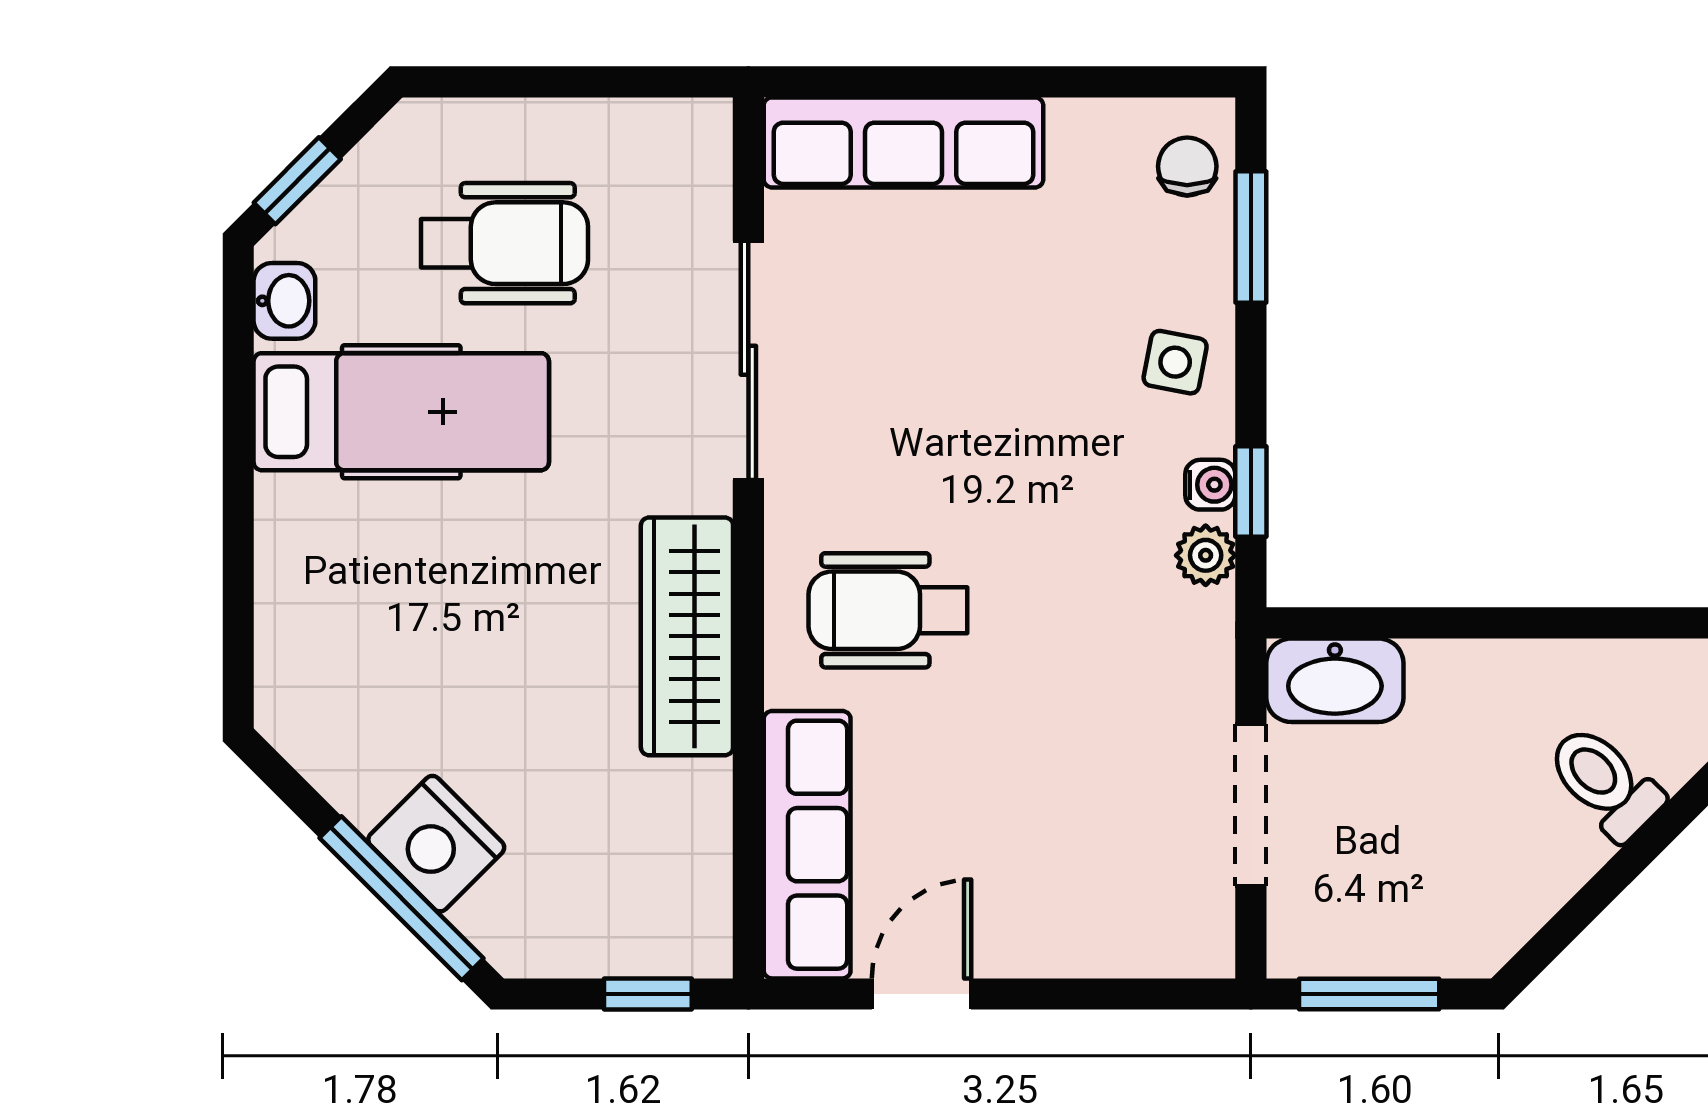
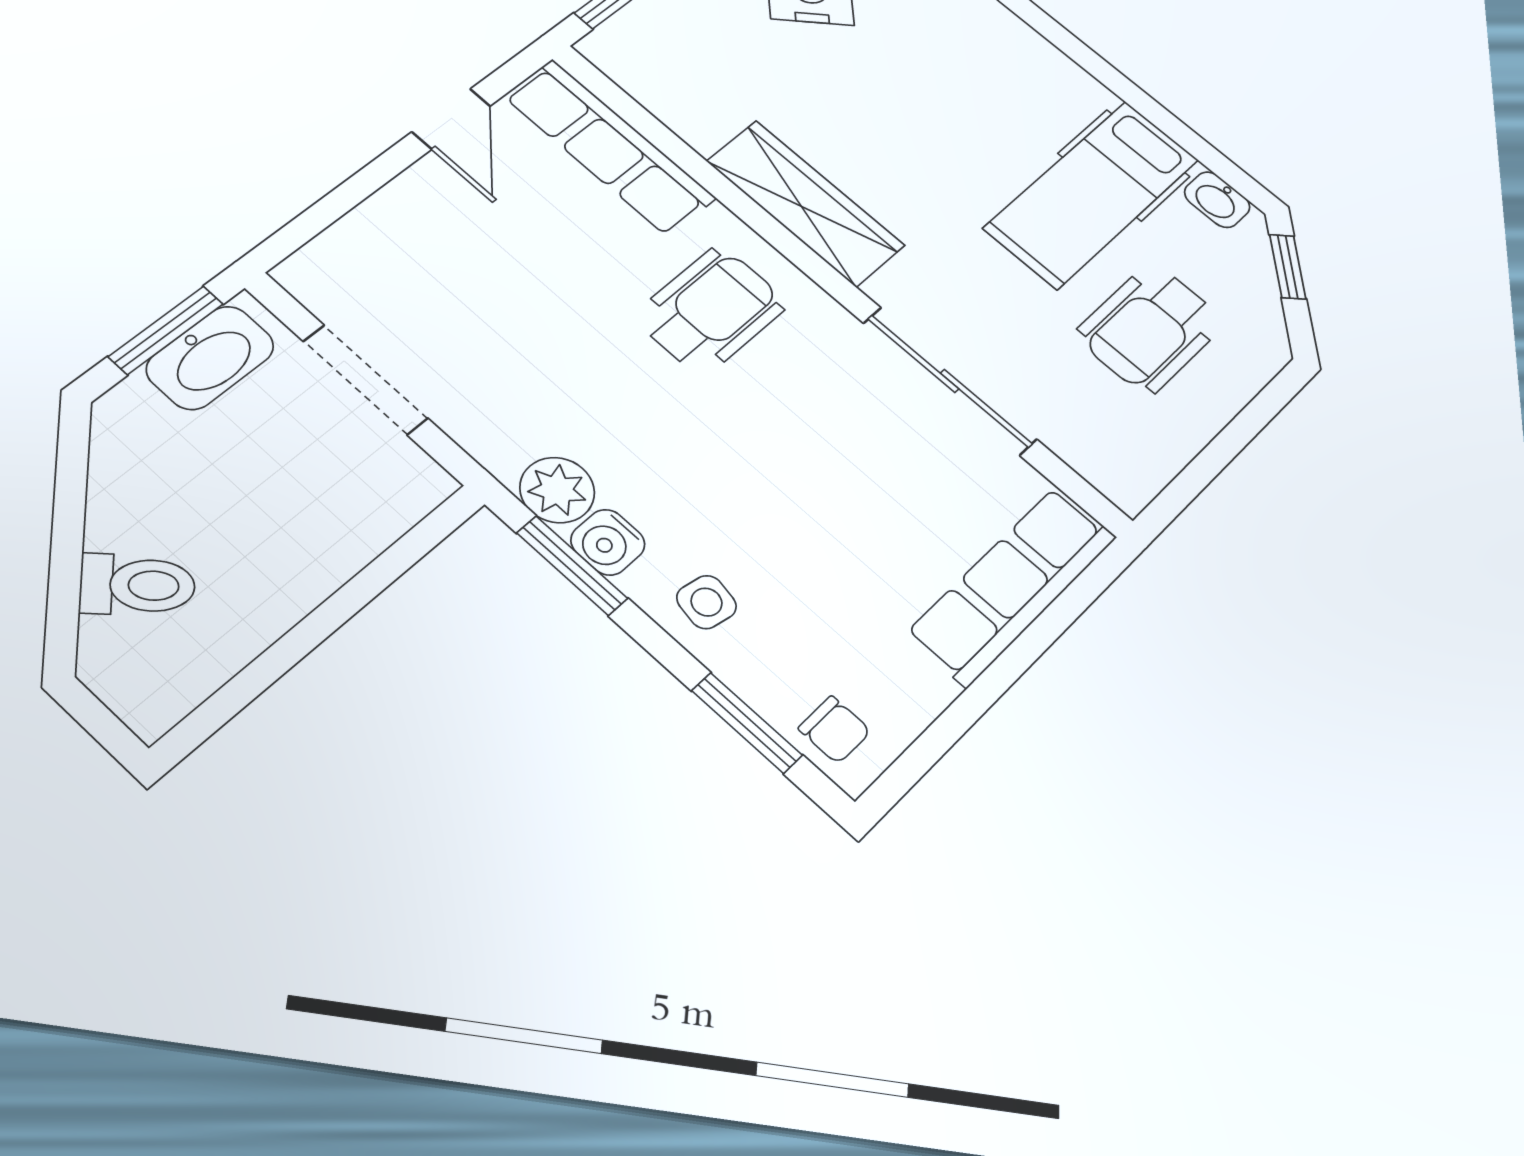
water cooler: (1210, 485) -> (608, 542), width x1.38, depth x1.38
window: (1251, 491) -> (572, 566), width x1.50
plant: (1206, 555) -> (557, 490), width x1.38, depth x1.38
washbasin: (1335, 680) -> (210, 358), moved, turned 180

